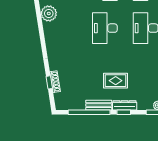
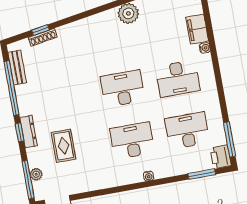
rug: (116, 81) -> (63, 146), moved
bench: (99, 105) -> (17, 68), moved

